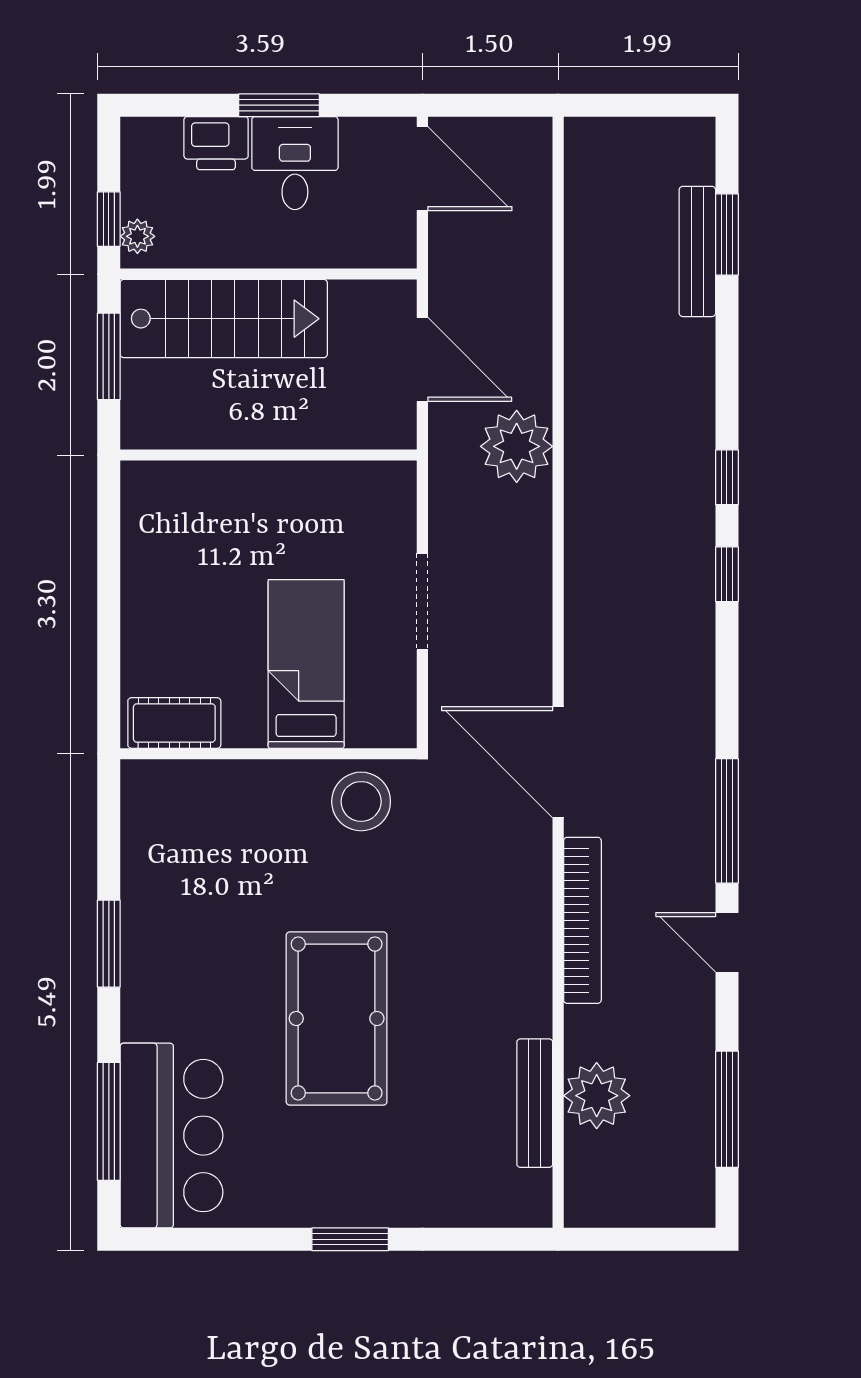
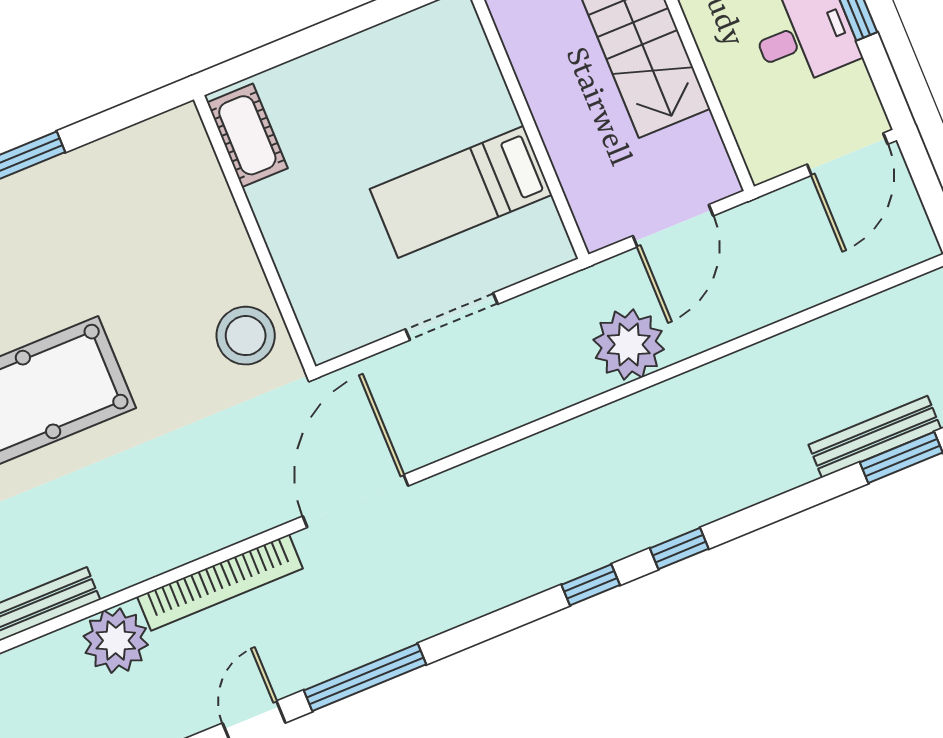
bed: (306, 664) -> (461, 192), moved, turned 180
plant: (597, 1096) -> (116, 641), moved

